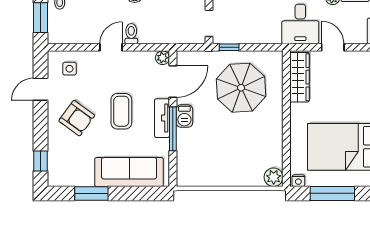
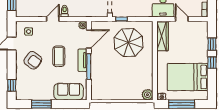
barbecue: (184, 116) -> (96, 59), removed
sofa: (129, 172) -> (69, 92), width x0.73

